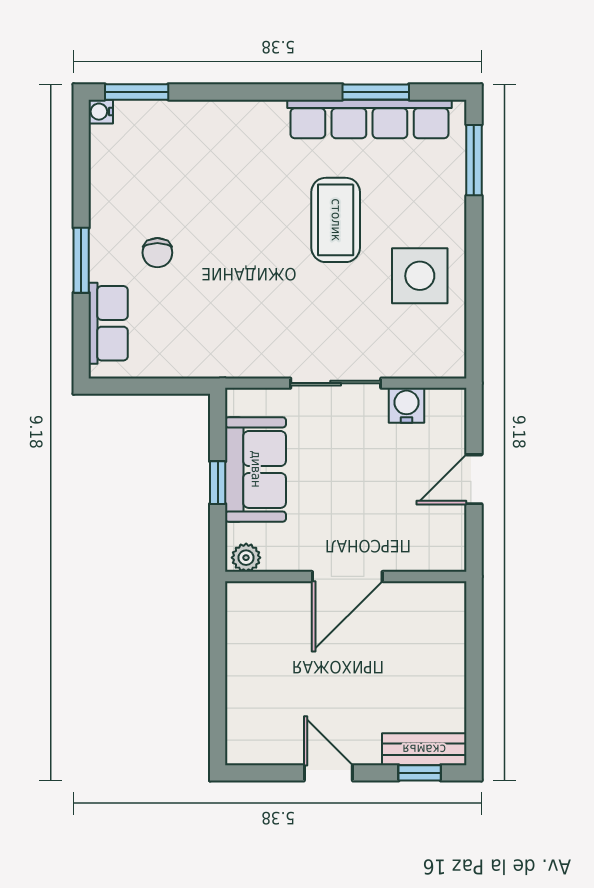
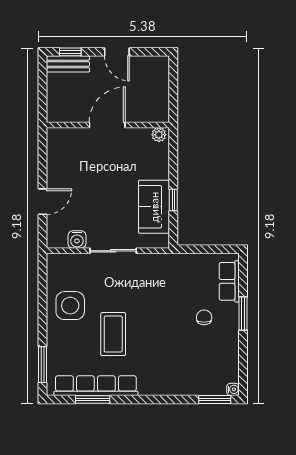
plant: (246, 558) -> (159, 135), moved
wall: (346, 576) -> (108, 125), moved
door: (347, 576) -> (107, 125), moved

